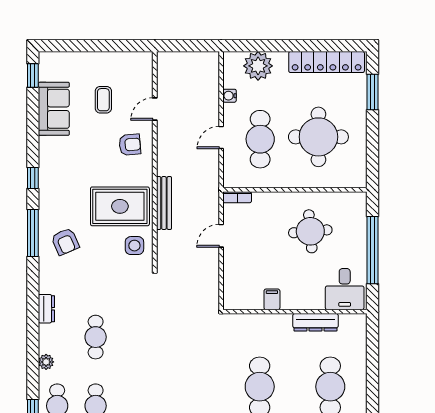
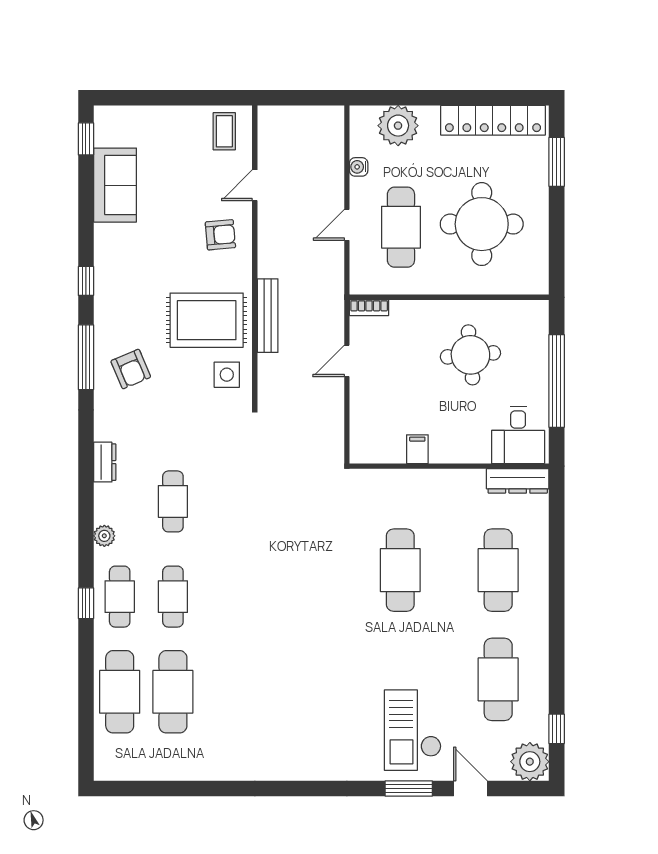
coffee table: (103, 100) -> (224, 131), moved
dresser: (315, 322) -> (518, 481), moved

